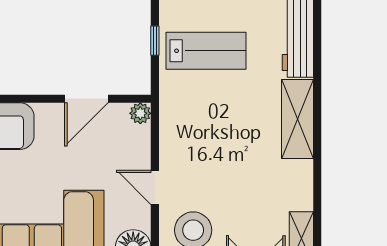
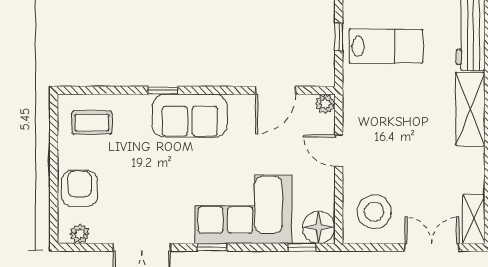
door: (155, 187) -> (339, 151), moved

